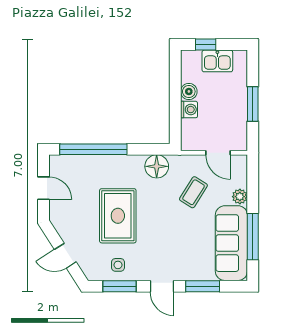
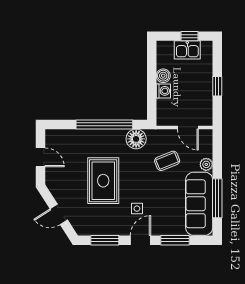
window: (206, 45) -> (190, 36), moved
window: (253, 104) -> (217, 86), width x0.67
window: (93, 149) -> (104, 124), moved
coffee table: (193, 192) -> (167, 161), turned 36
side table: (118, 265) -> (137, 209), moved
door: (162, 286) -> (141, 240), swing flipped

